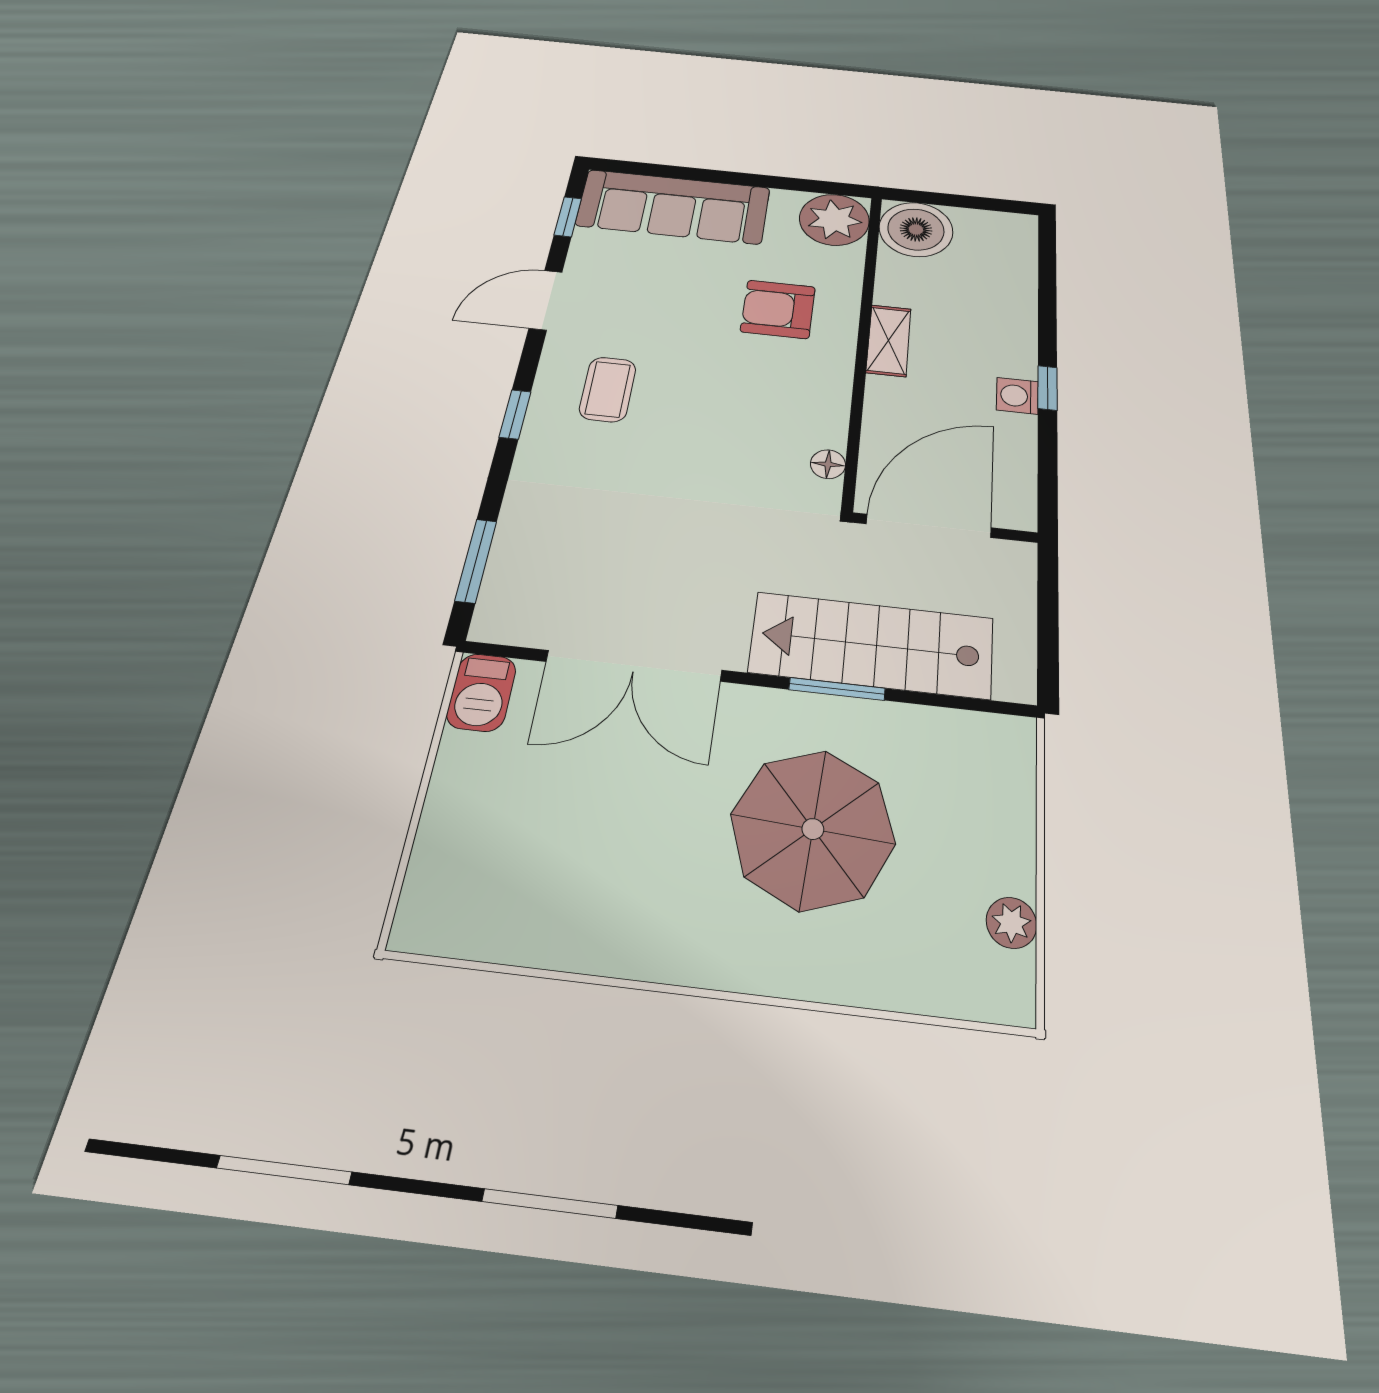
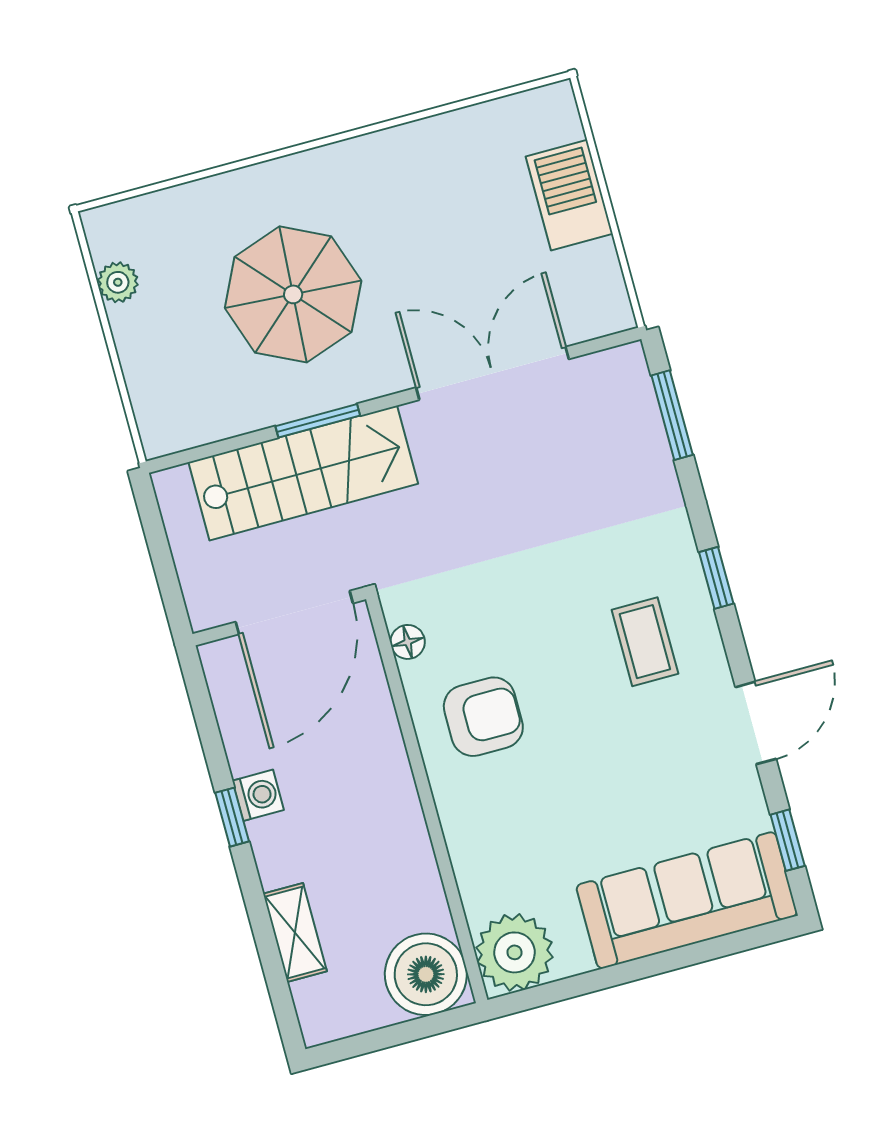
armchair: (778, 309) -> (483, 717), moved
shelving: (889, 340) -> (295, 933), moved
barbecue: (481, 692) -> (569, 195), moved, width x1.38, depth x1.27

